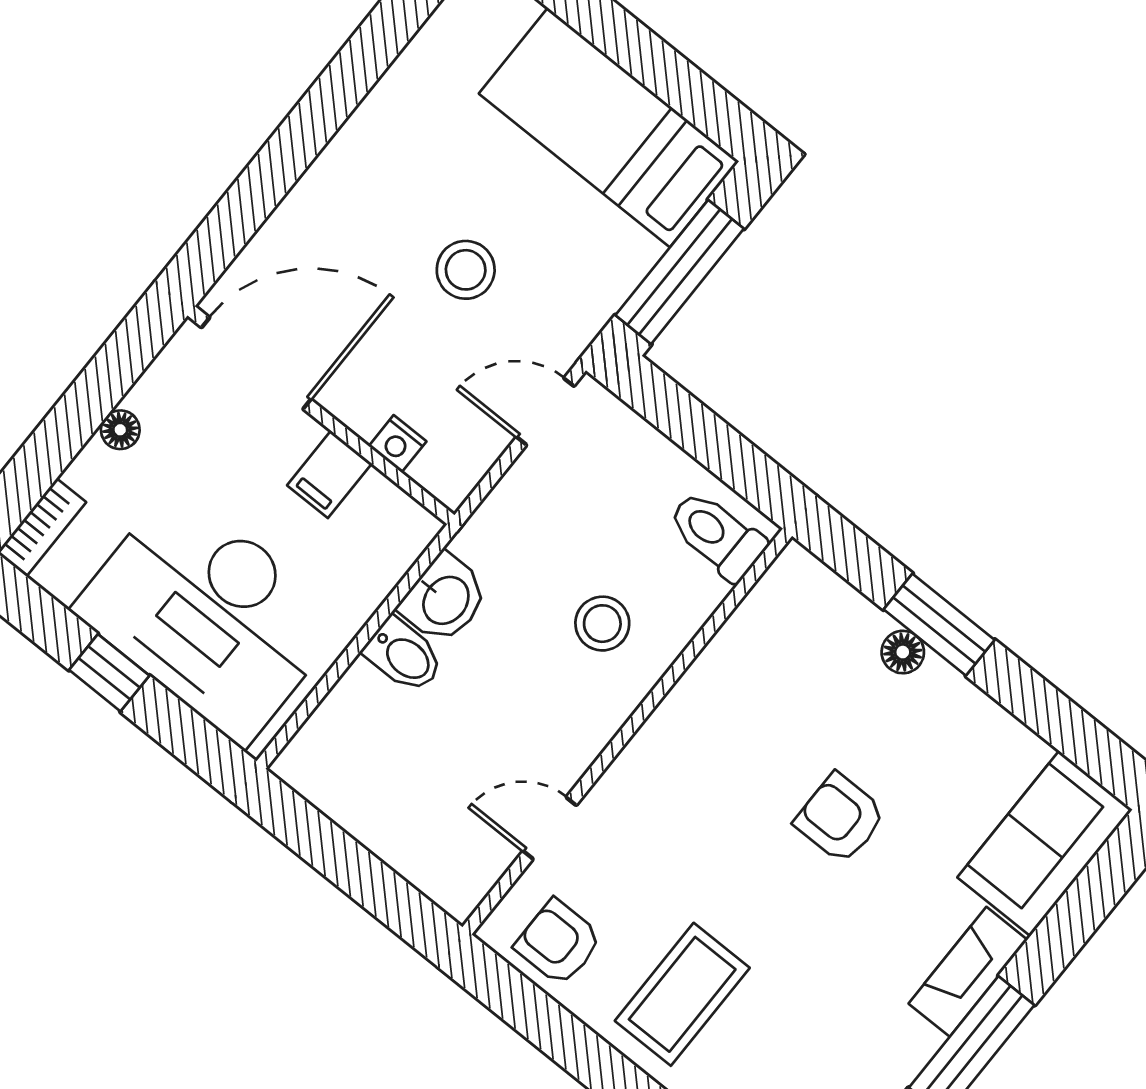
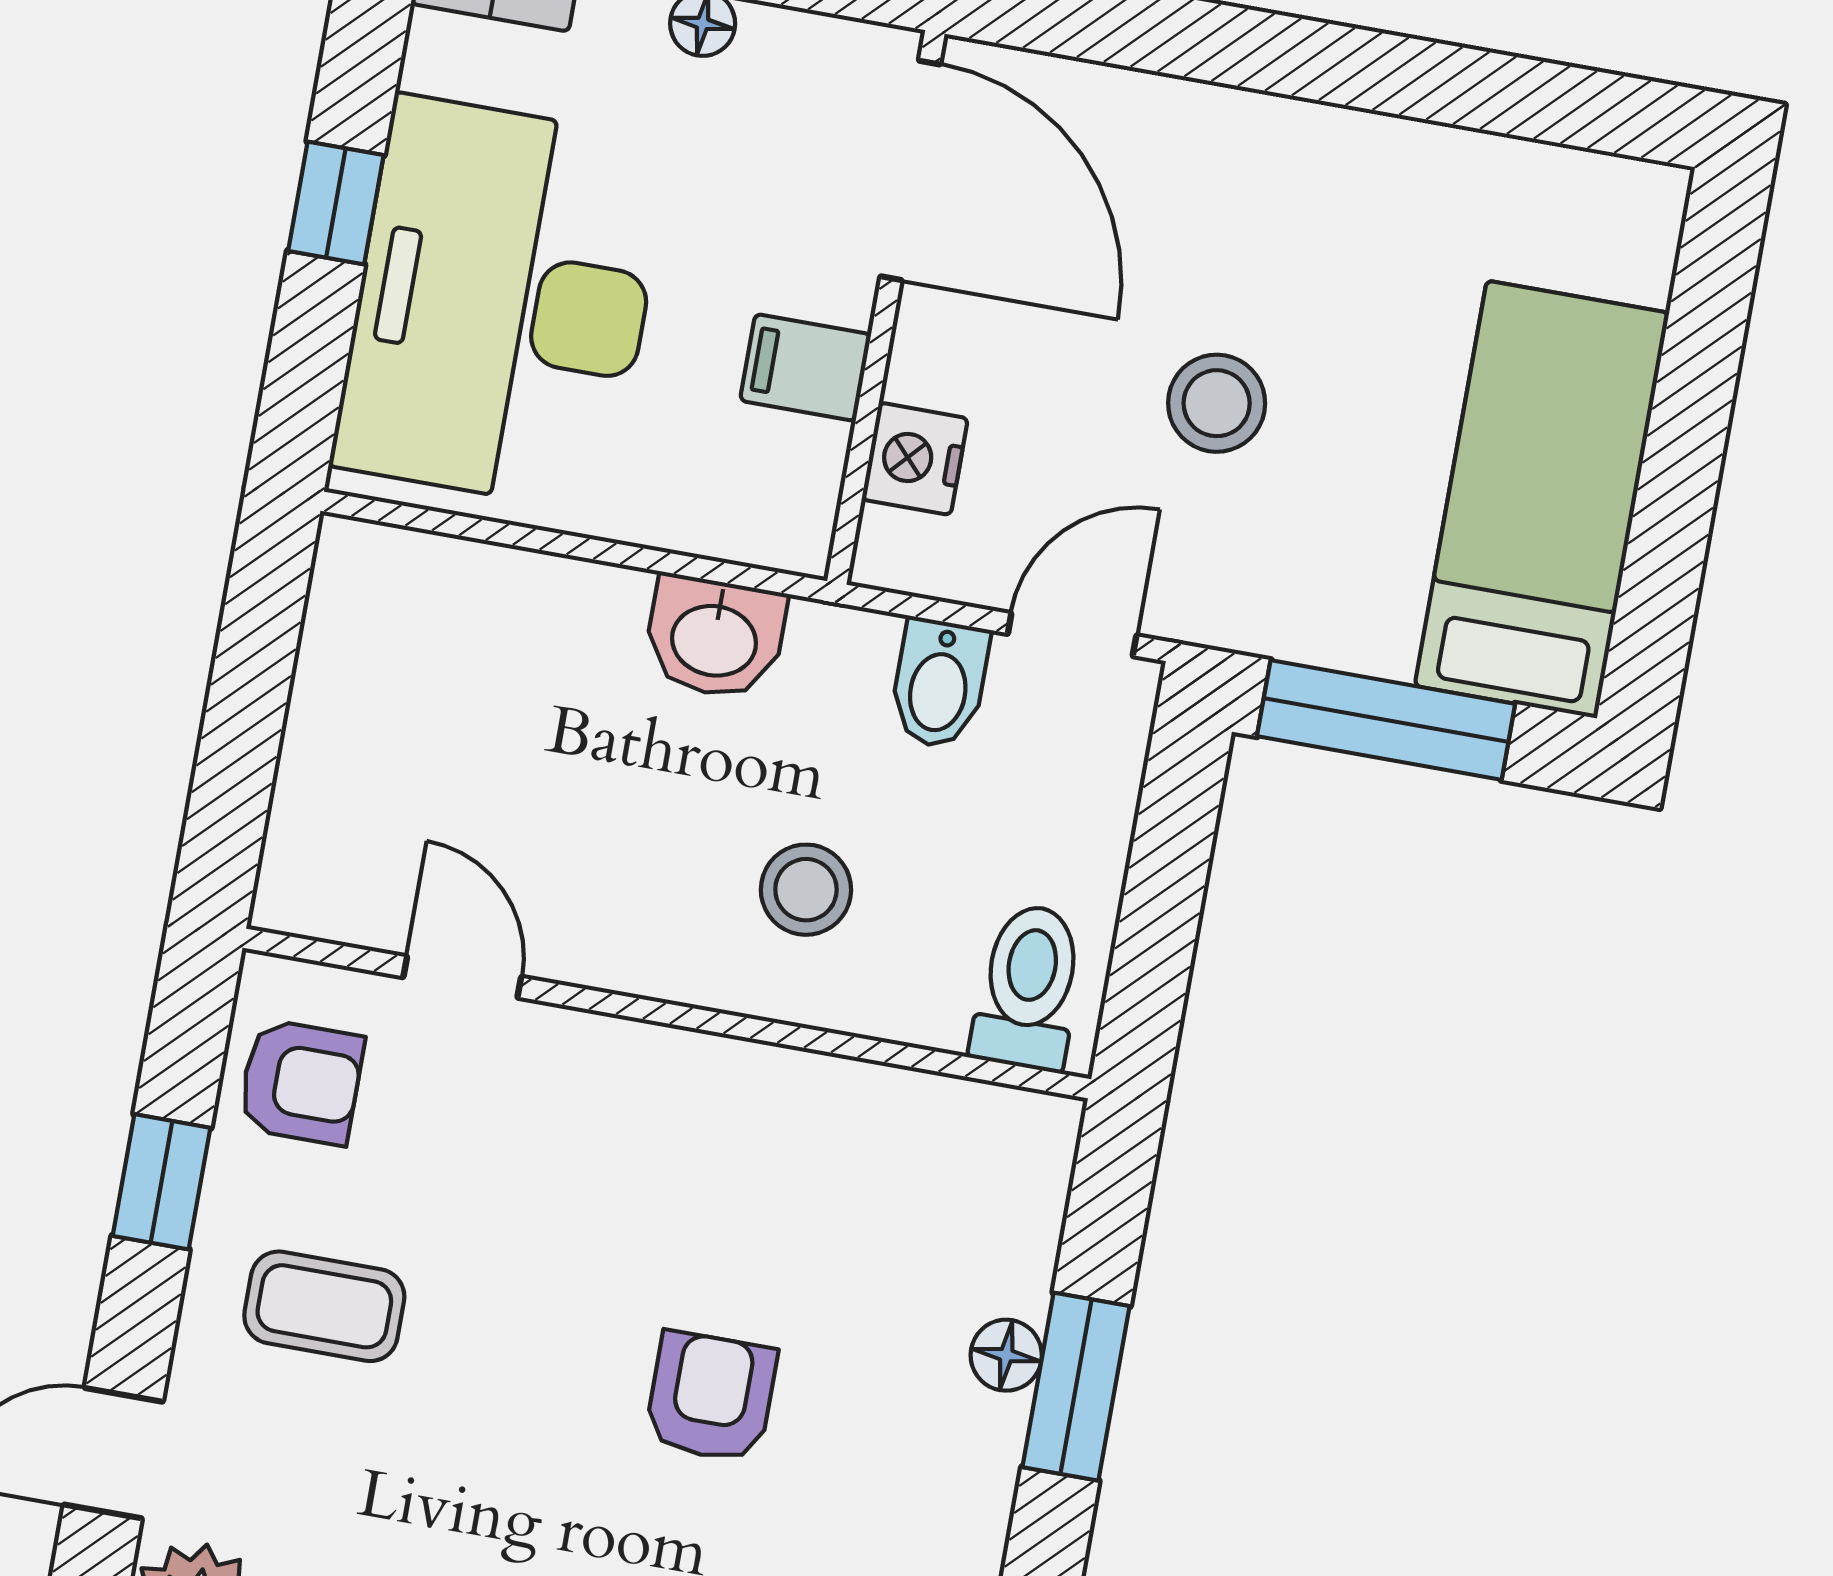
door: (545, 412) -> (1072, 635), hinge flipped
nightstand: (398, 444) -> (915, 459), width x1.39, depth x1.35
bidet: (404, 655) -> (939, 684), moved
armchair: (558, 942) -> (301, 1082), turned 90
coffee table: (682, 994) -> (324, 1306), width x0.73, depth x0.77
window: (571, 1044) -> (162, 1182), added

